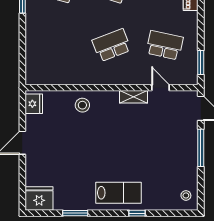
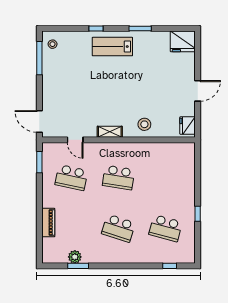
school desk: (112, 45) -> (118, 178), turned 30
shelving: (133, 97) -> (110, 132), moved
window: (201, 148) -> (39, 58), moved
window: (75, 213) -> (140, 29), moved

